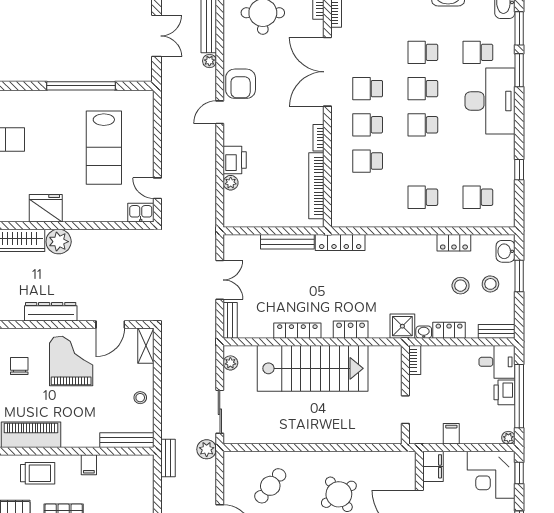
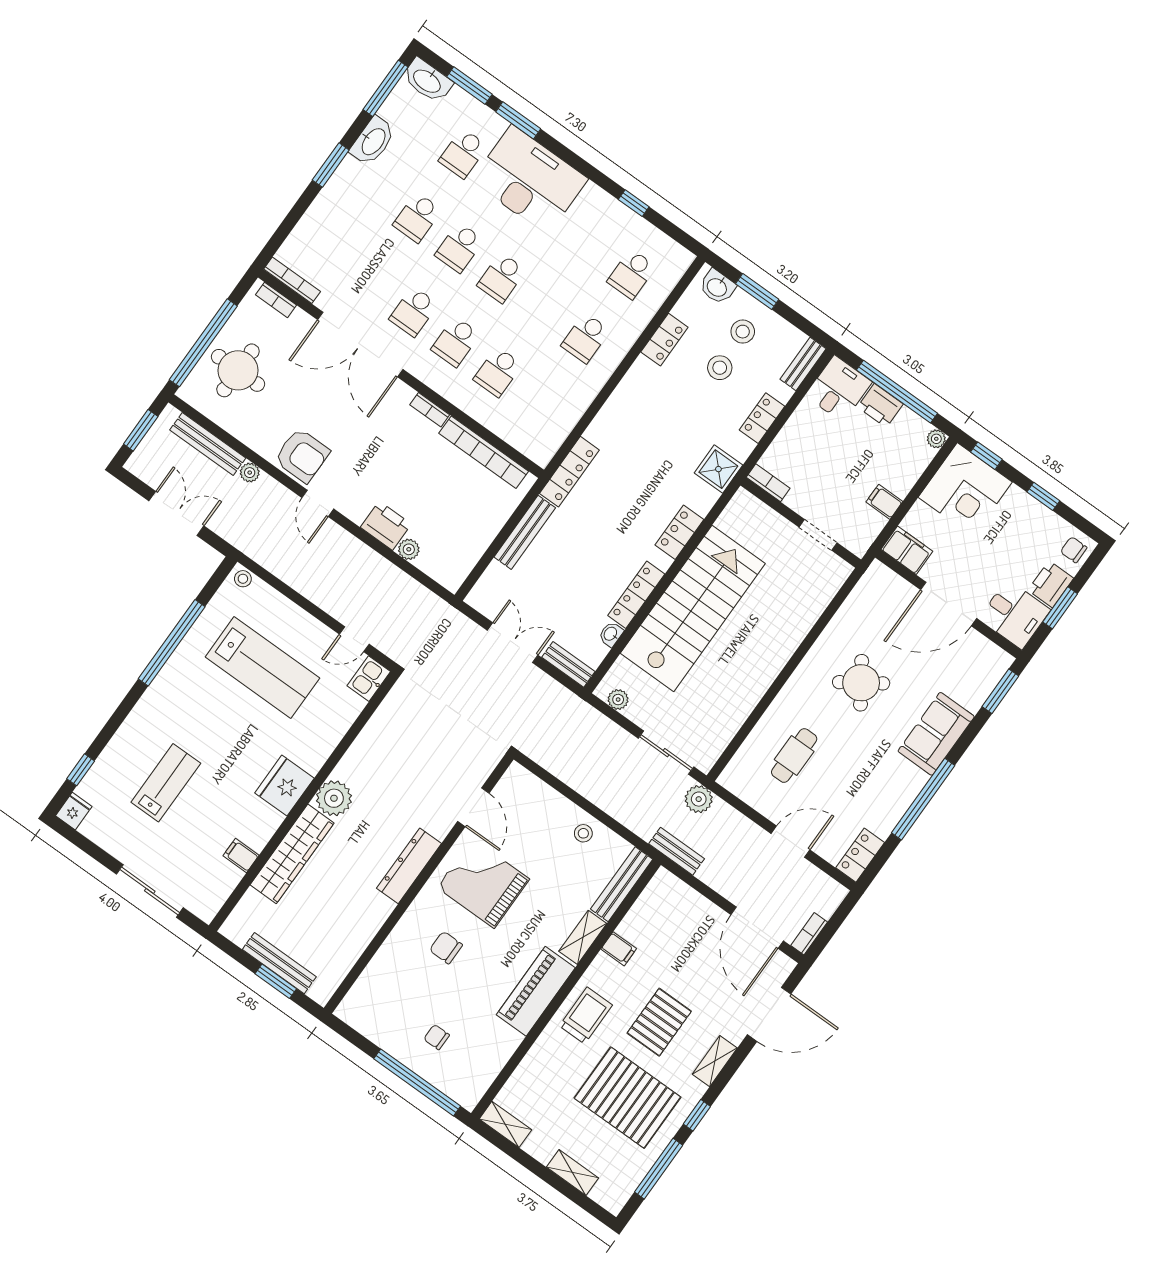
stool: (146, 100) -> (243, 579), added
washbasin: (424, 332) -> (611, 634), moved
shelving: (146, 346) -> (583, 937), moved, turned 90
cafe table: (270, 486) -> (794, 756), turned 51

